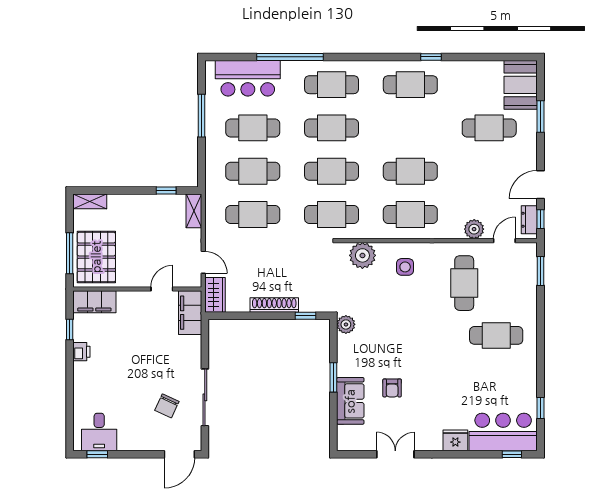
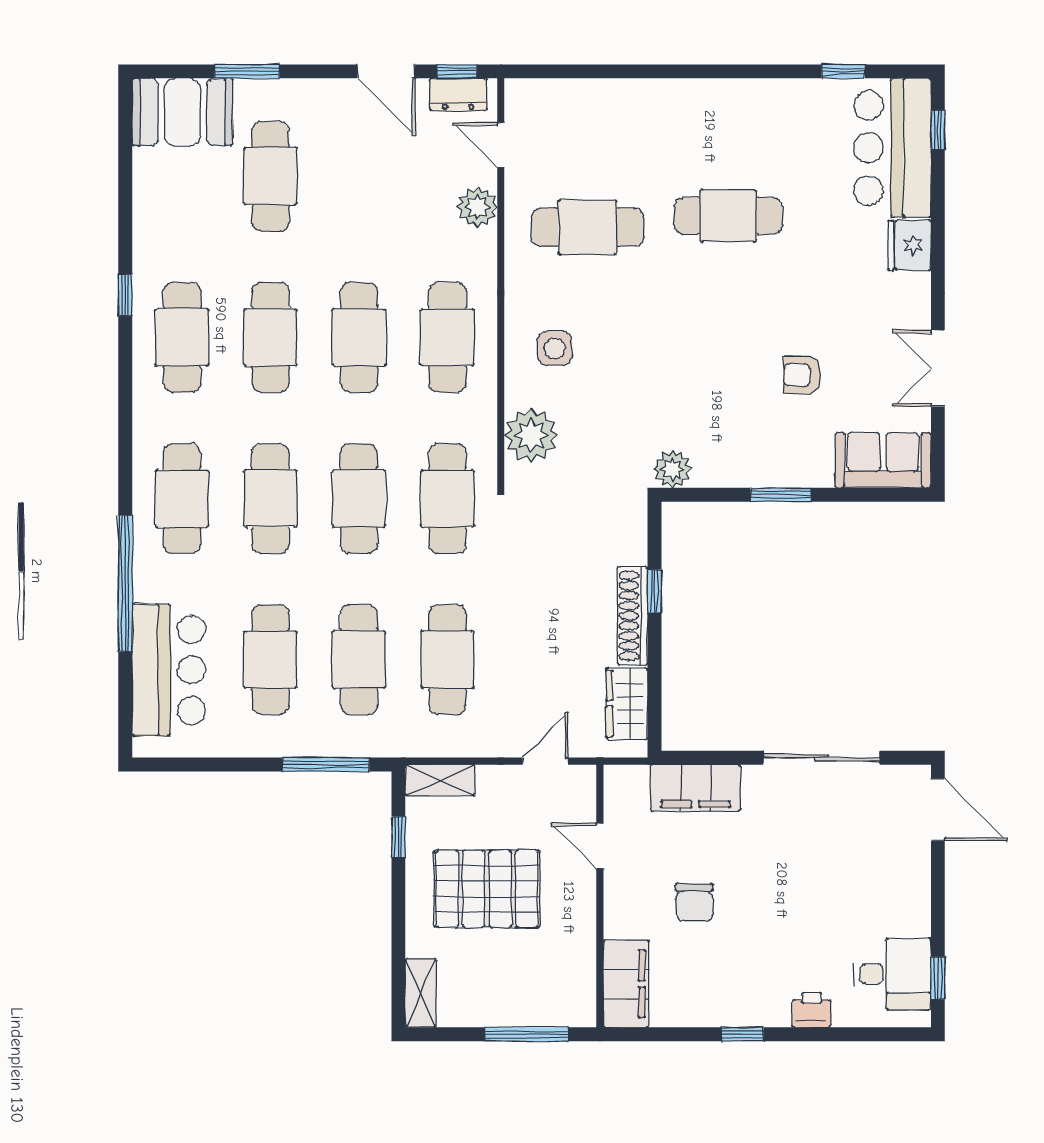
window: (202, 116) -> (326, 765), moved
cafe table: (410, 128) -> (270, 337), added
pallet: (96, 257) -> (487, 889), moved
window: (540, 271) -> (563, 71), removed
wardrobe: (215, 295) -> (627, 704), moved, turned -90
filing cabinet: (190, 313) -> (695, 788), moved
window: (306, 316) -> (654, 591), moved
window: (70, 329) -> (742, 1034), moved
cafe table: (496, 335) -> (728, 216), moved, turned 90
printer: (81, 352) -> (812, 1010), moved
armchair: (392, 388) -> (802, 375), turned 180
sofa: (350, 401) -> (883, 460), moved
chair: (167, 406) -> (694, 902), moved, turned 65

